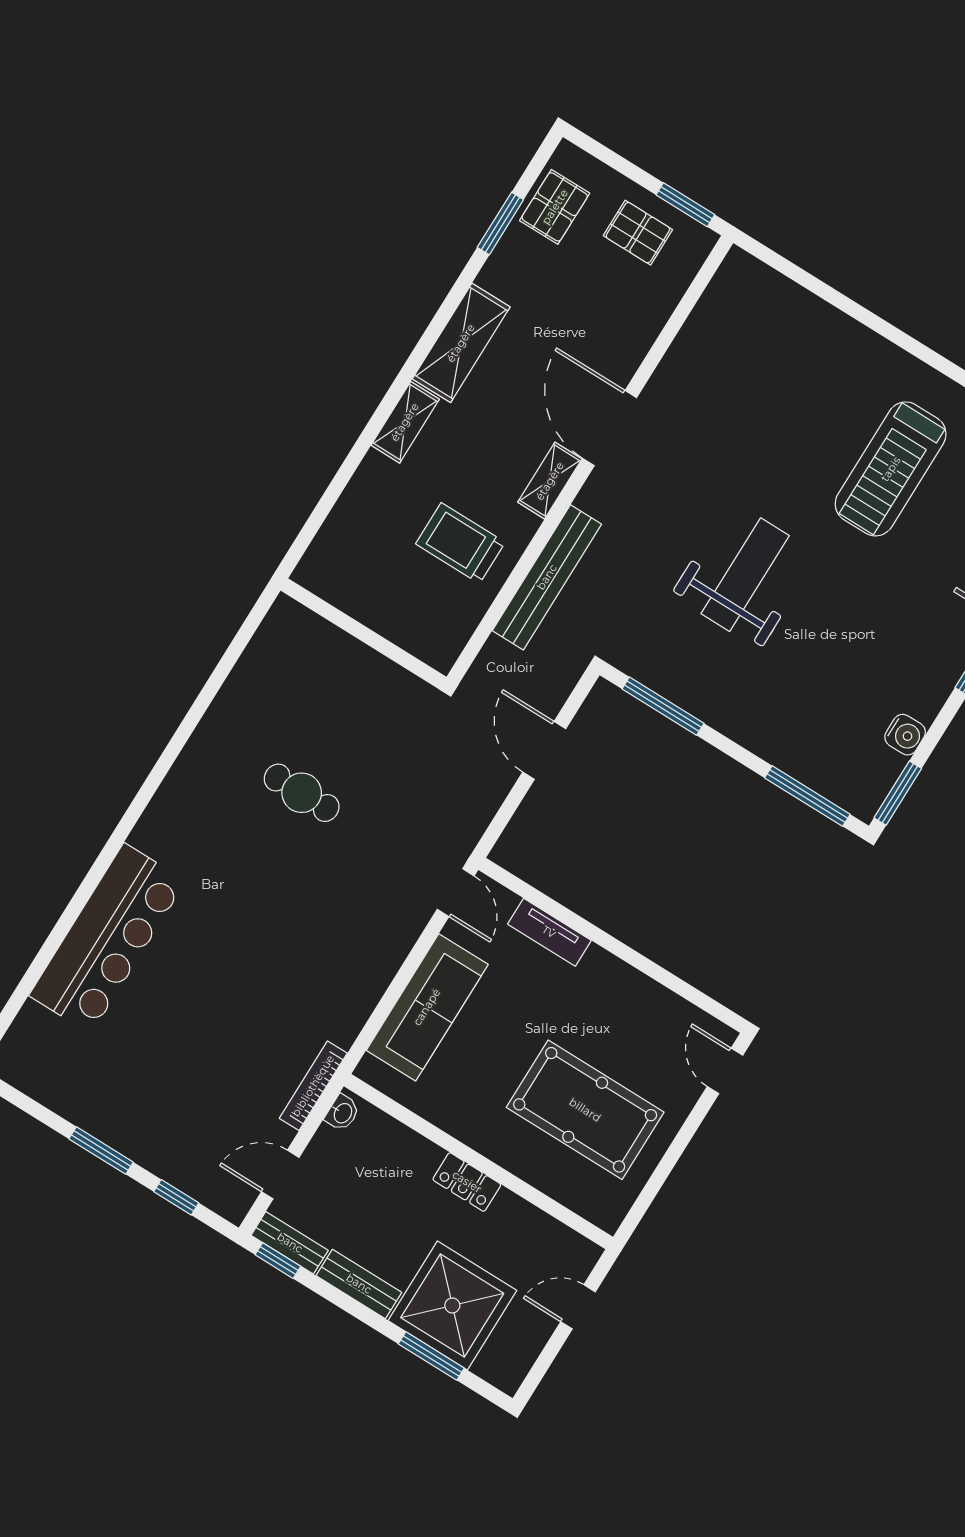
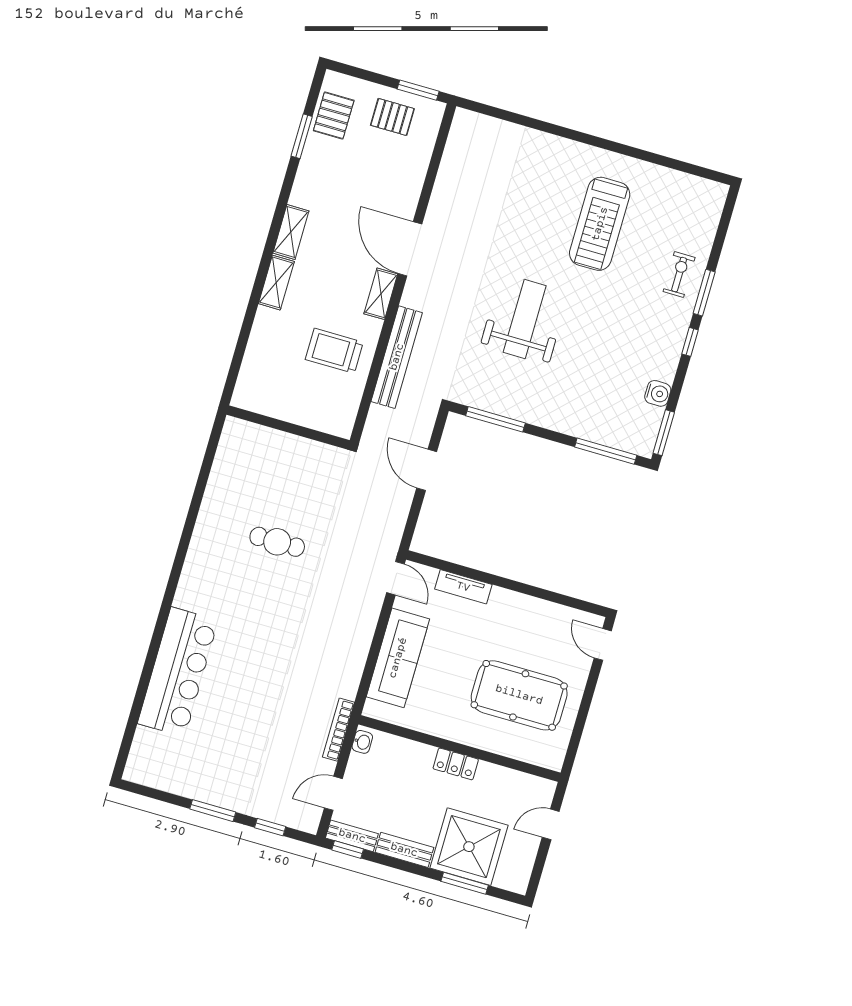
shelving: (461, 343) -> (291, 232), width x0.67, depth x0.75

